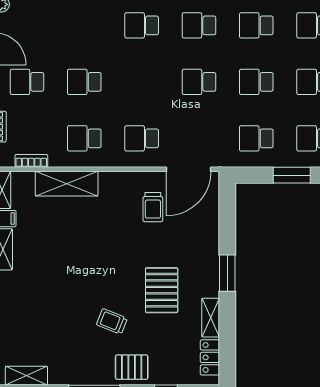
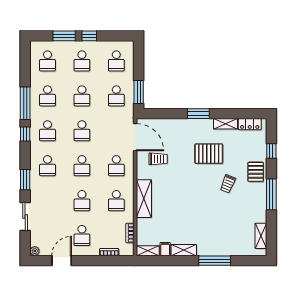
school desk: (142, 82) -> (82, 166), added
window: (292, 175) -> (139, 92), moved
shelving: (67, 184) -> (144, 199), moved

